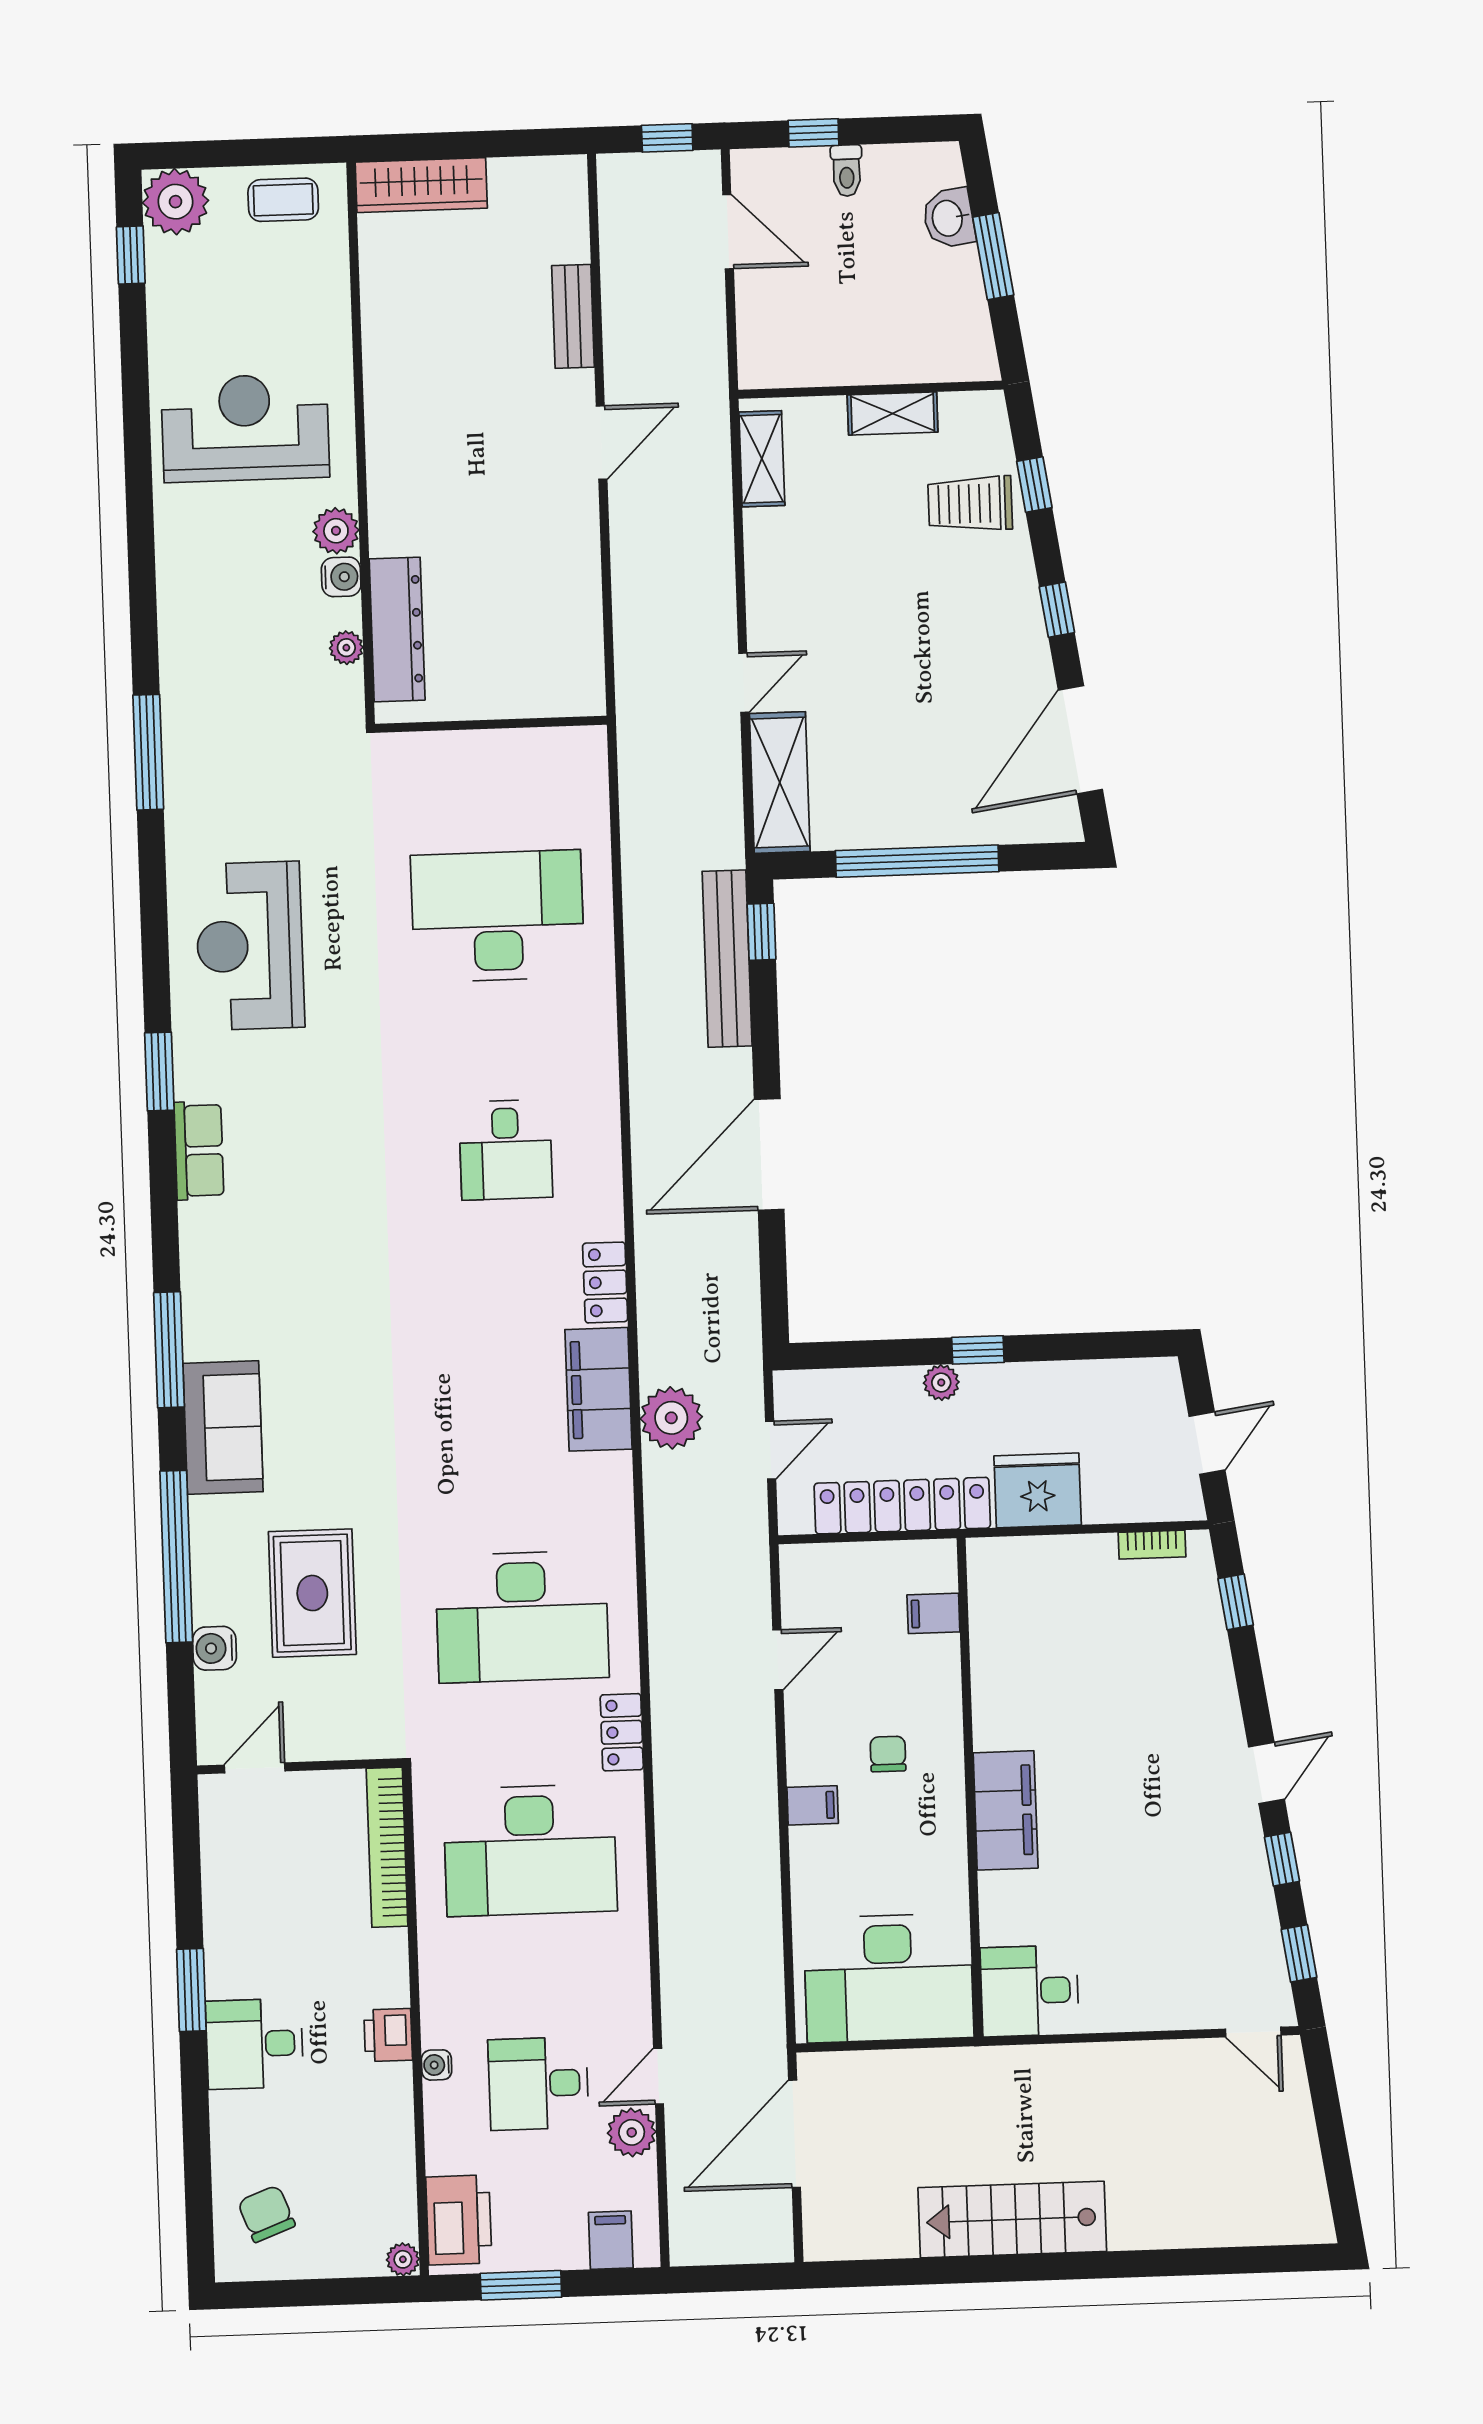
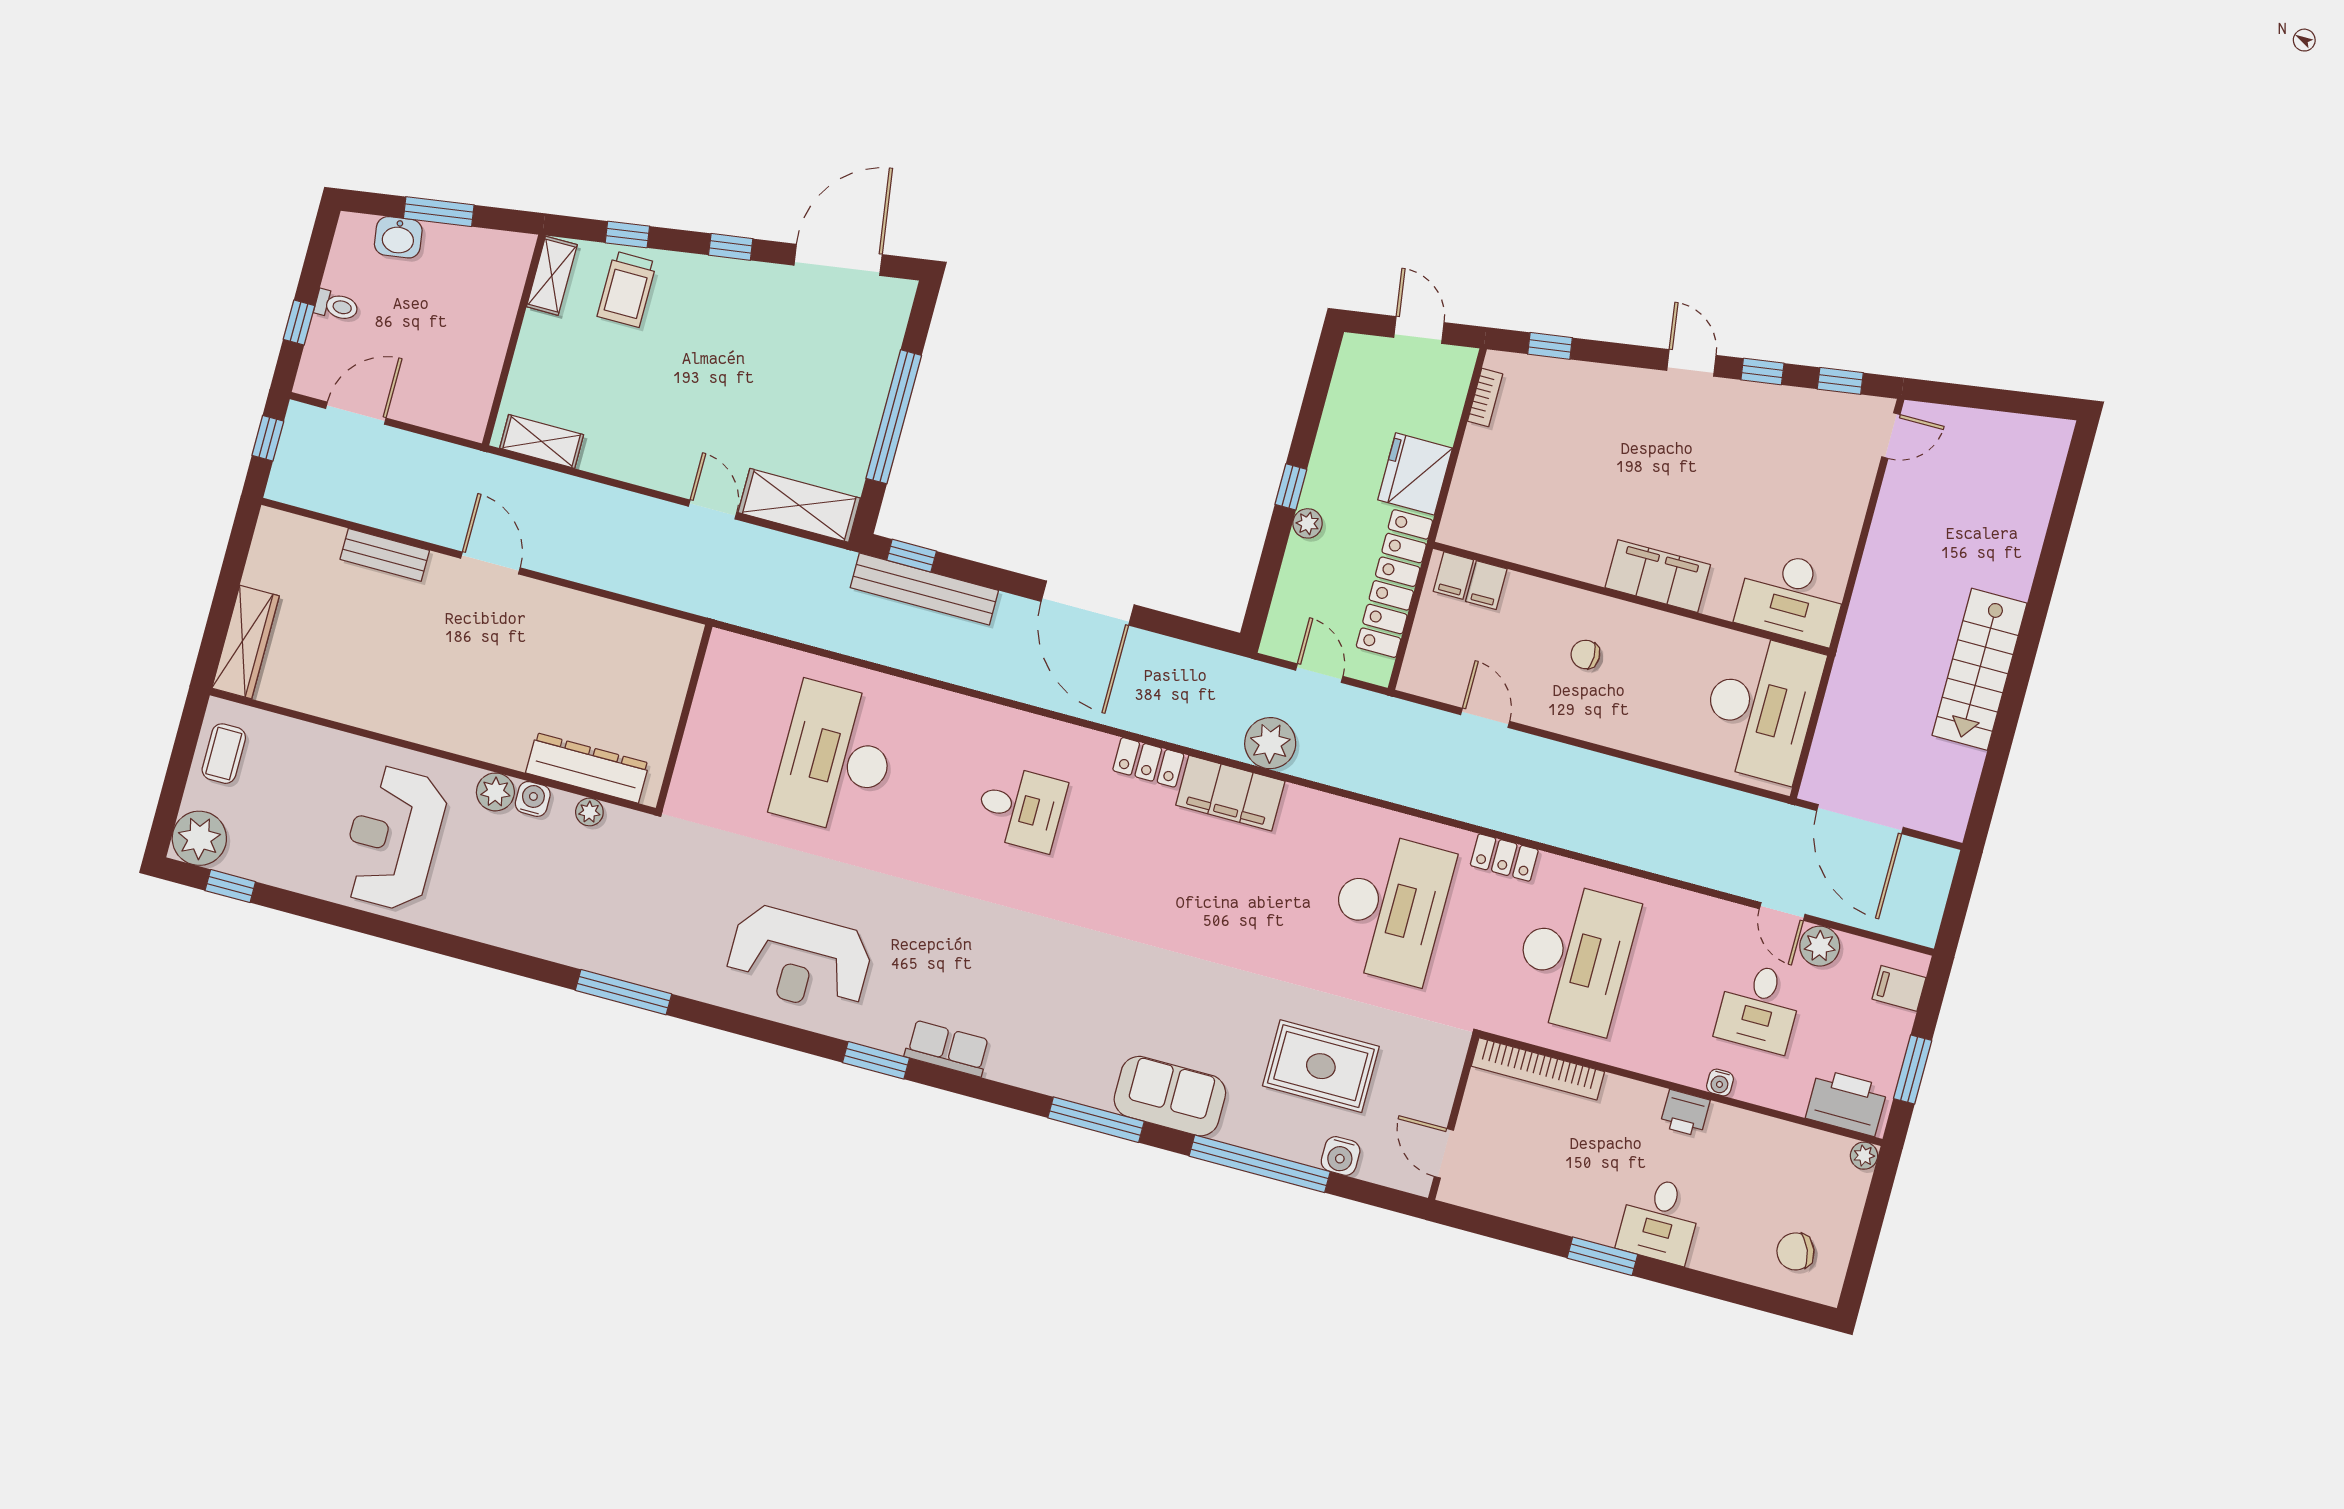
shelving: (893, 413) -> (552, 276), moved
door: (1080, 740) -> (838, 260), swing flipped
filing cabinet: (813, 1805) -> (1453, 576), moved, turned 180
desk: (1029, 1991) -> (1792, 597), width x1.37

